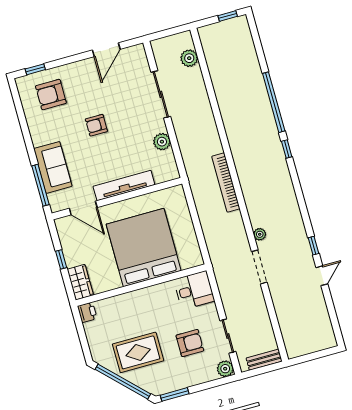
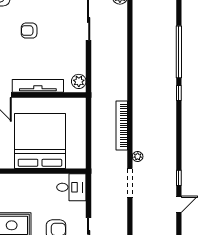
plant: (162, 142) -> (79, 81), moved
bookcase: (226, 183) -> (122, 125), moved

